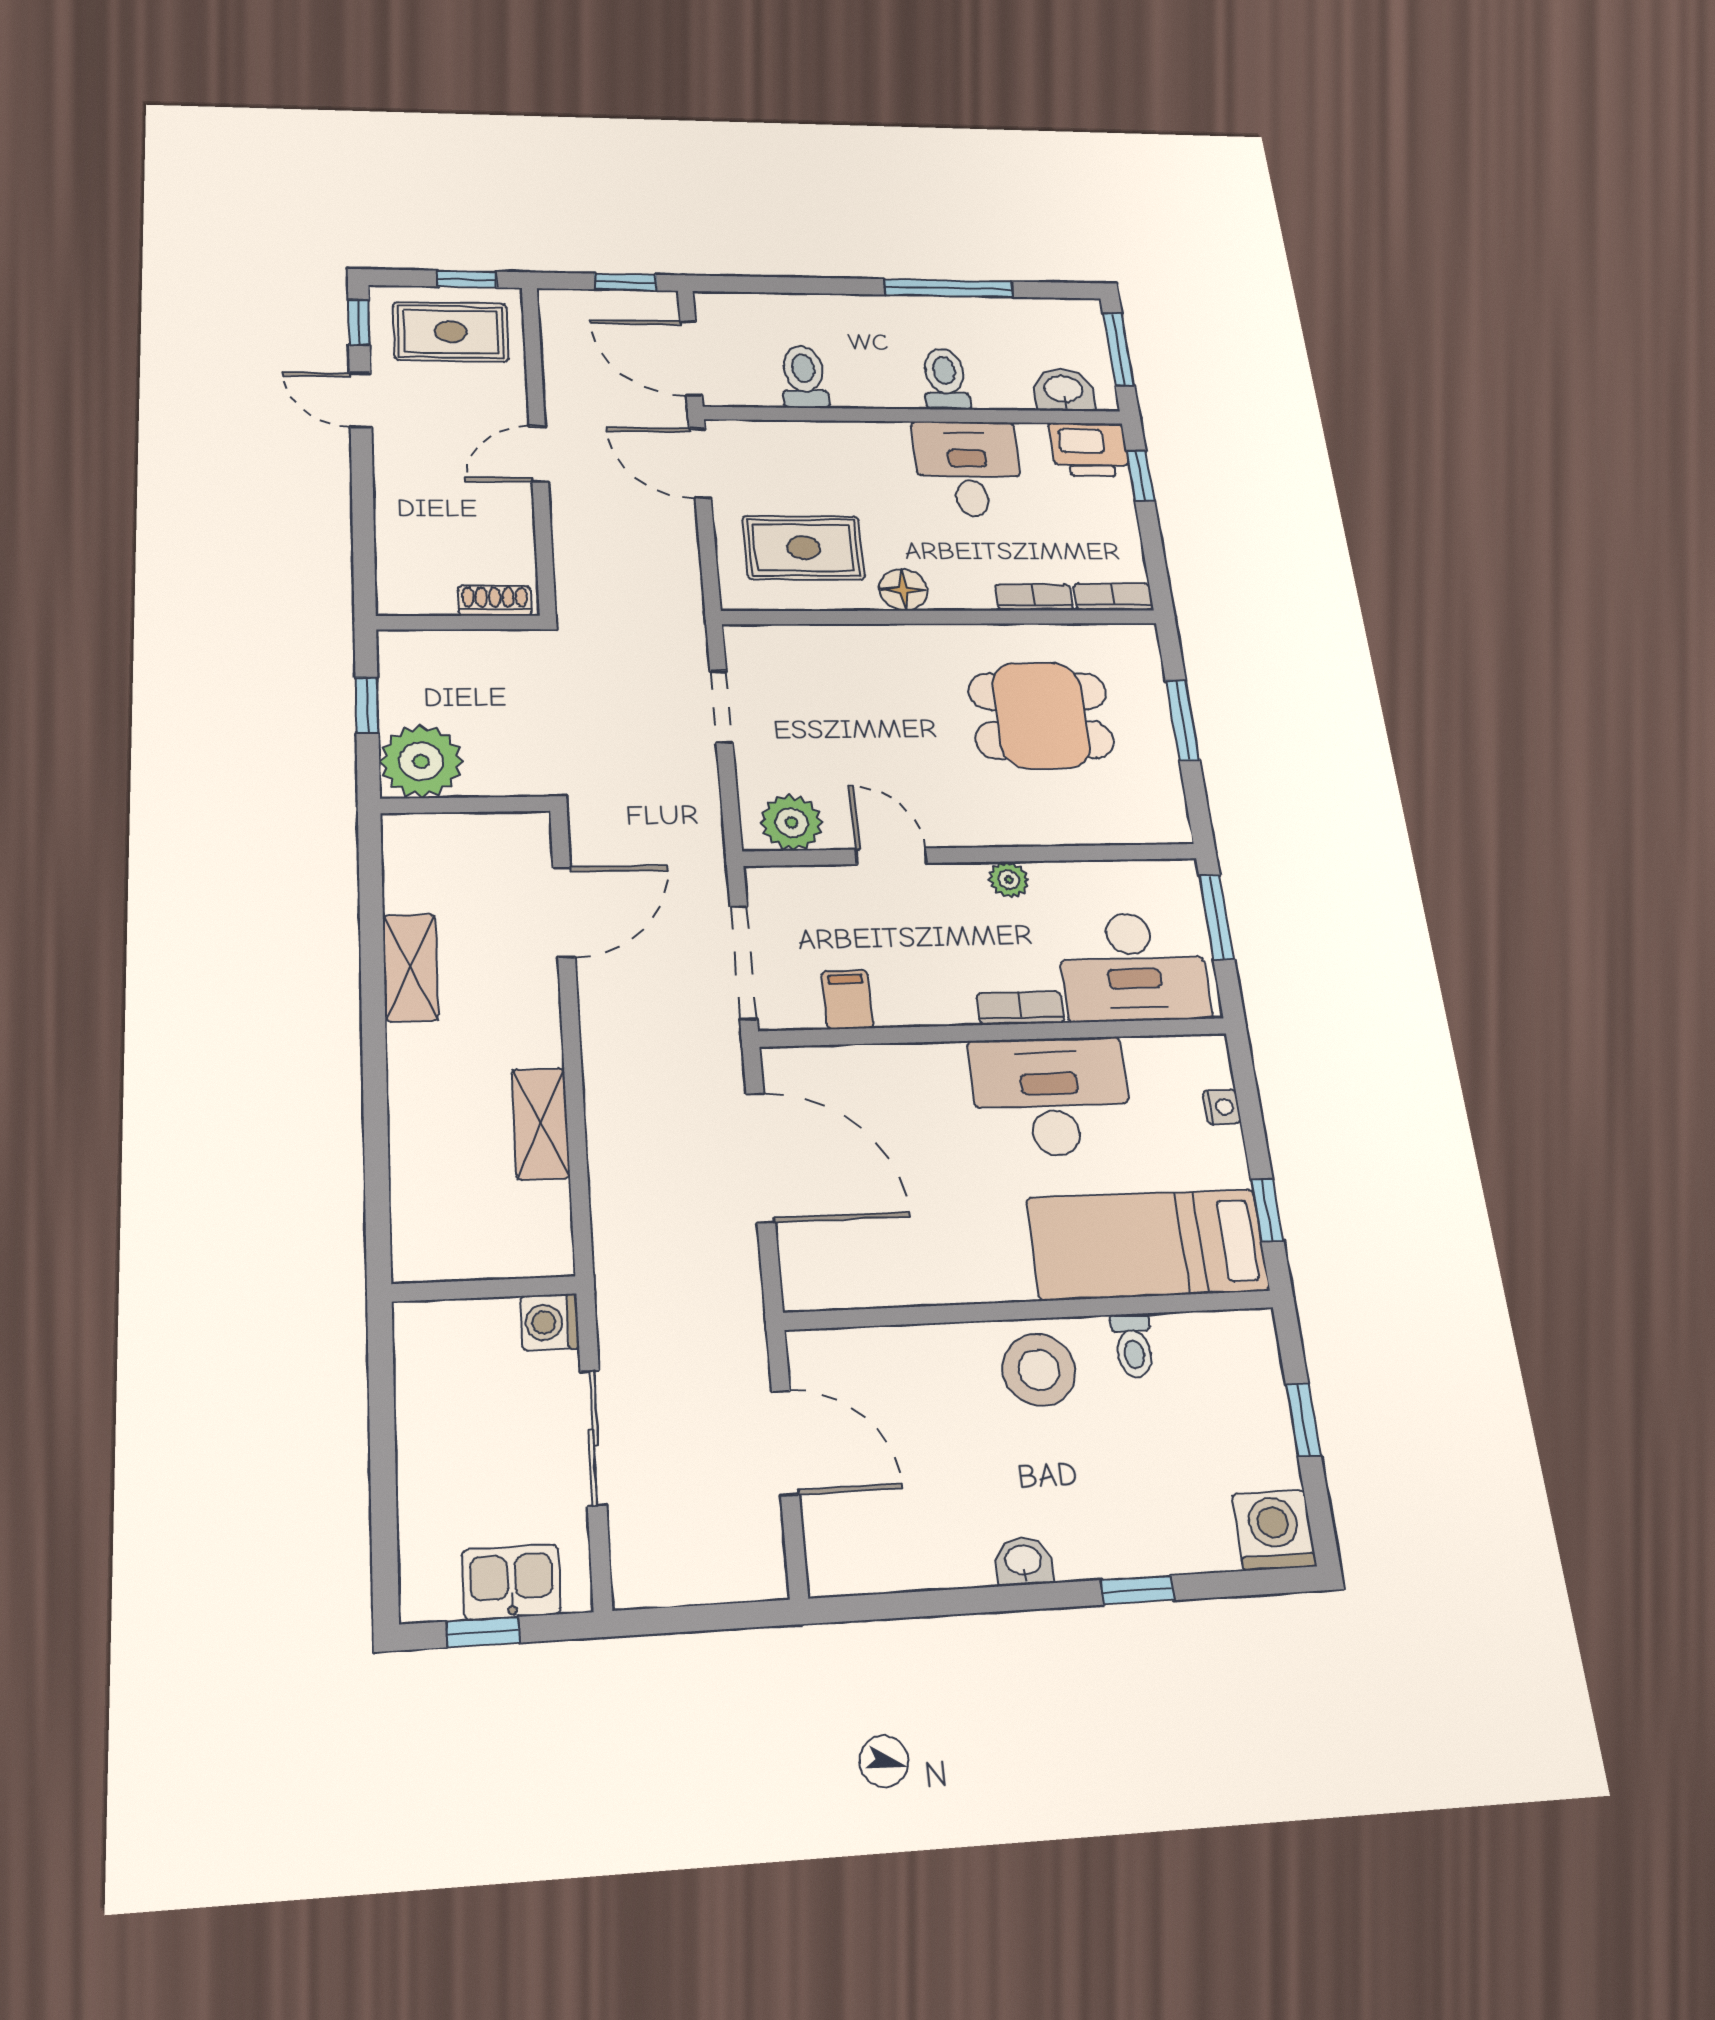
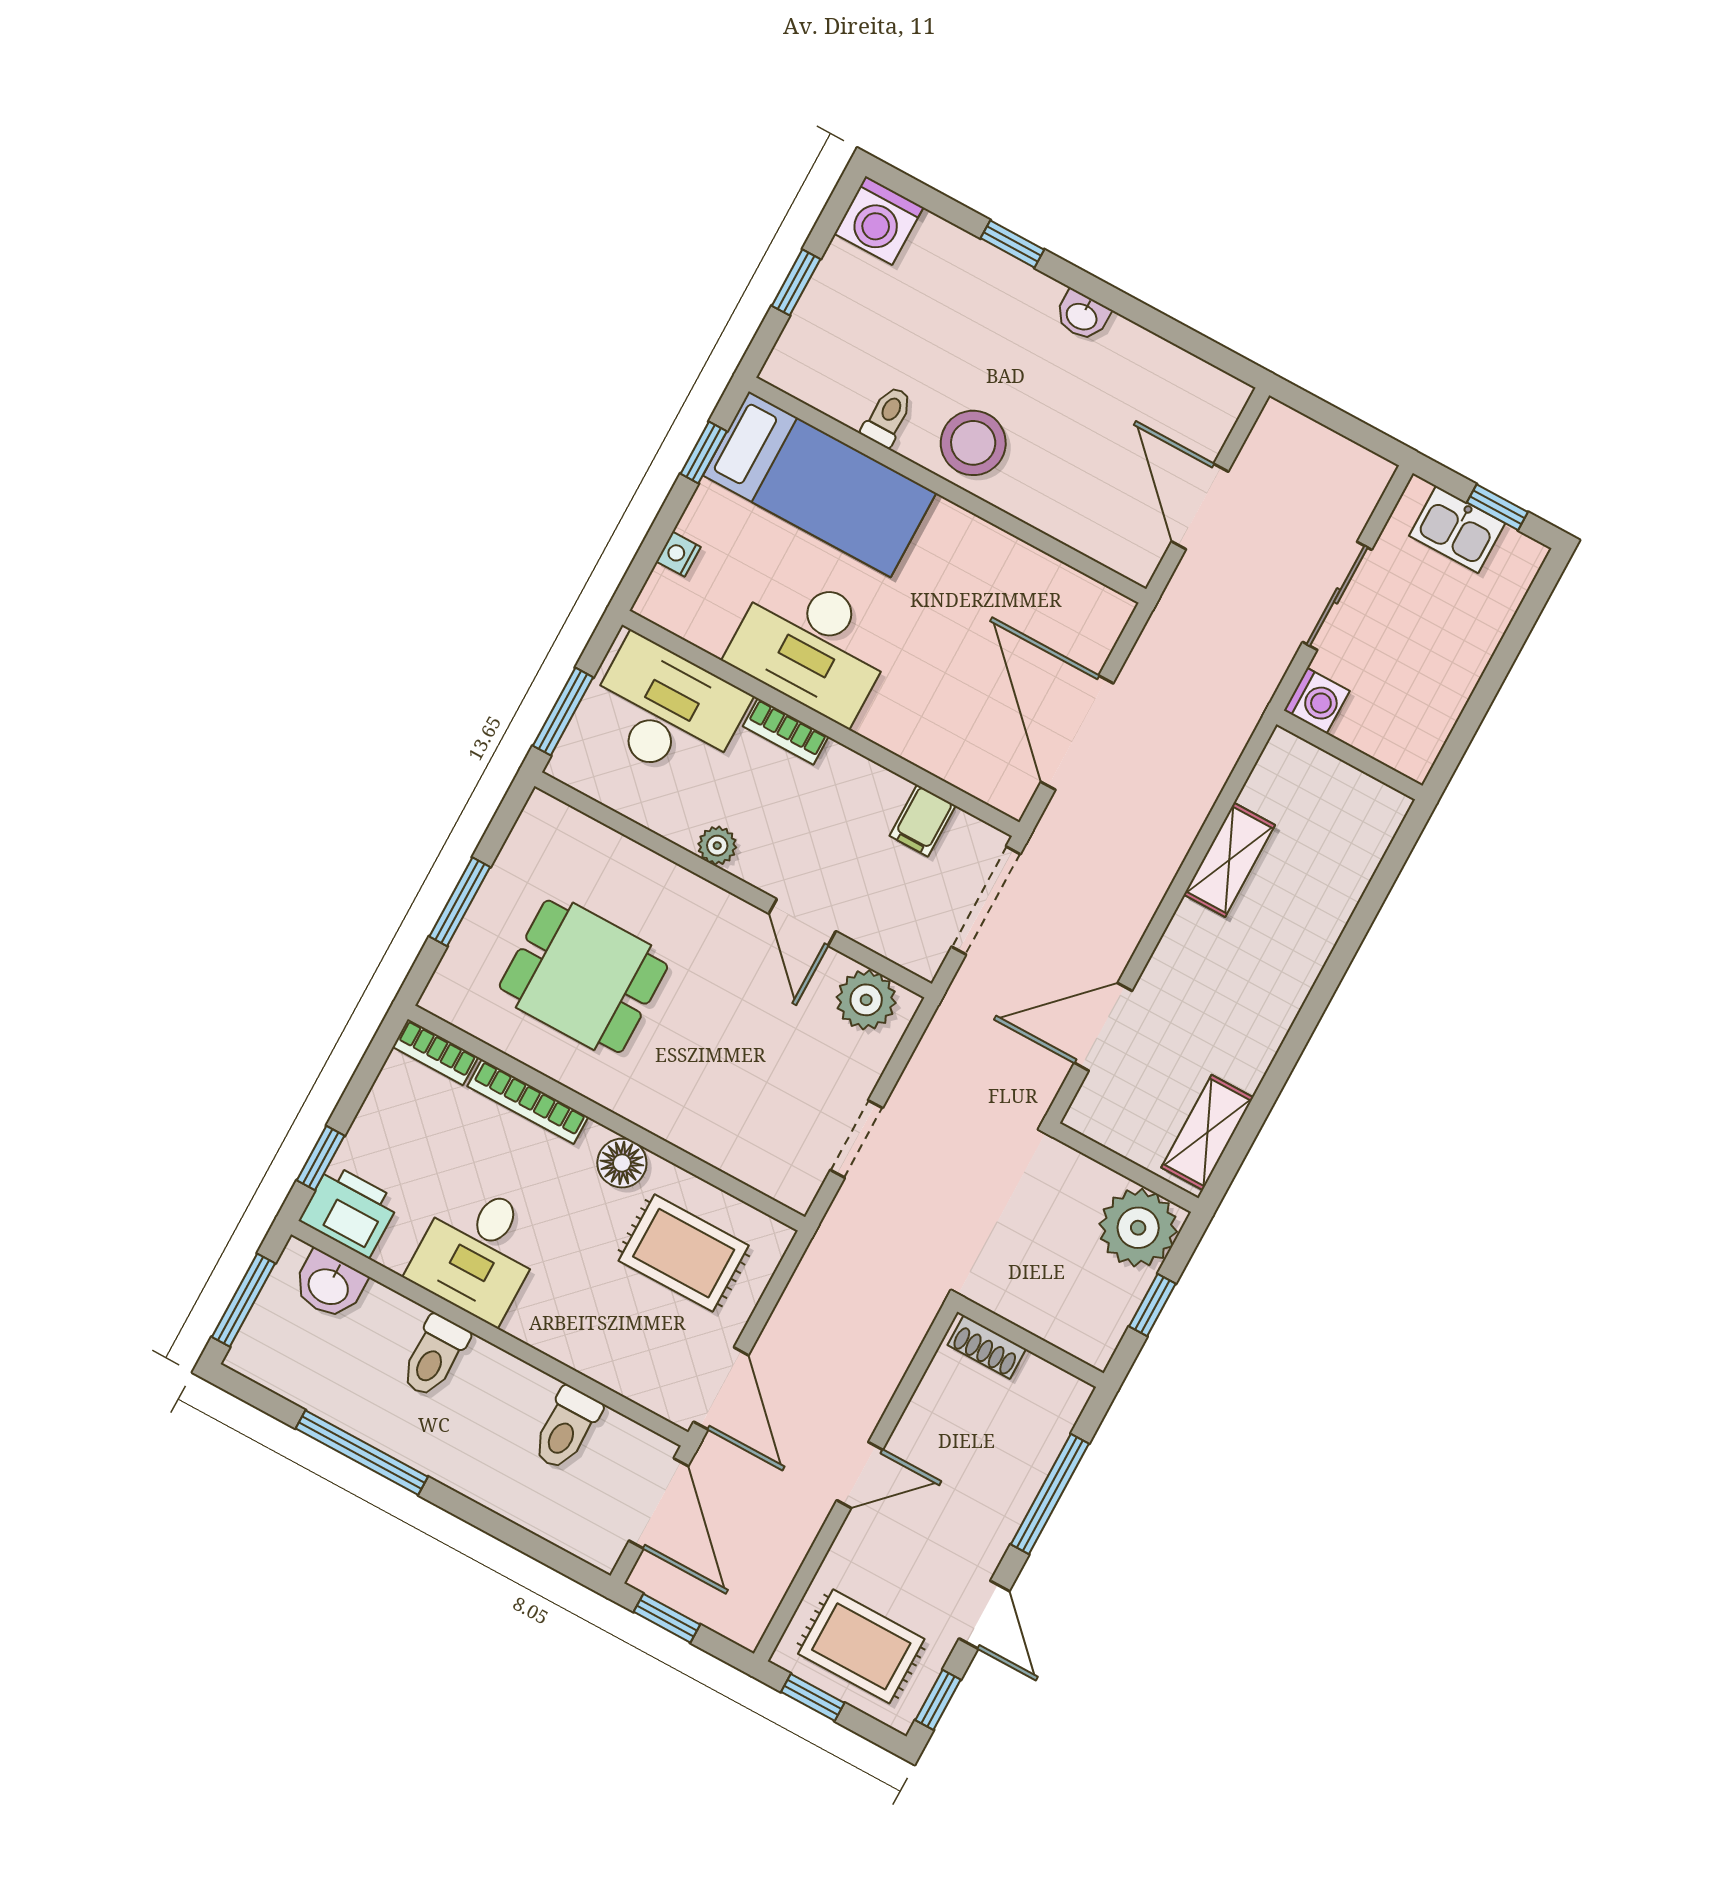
window: (363, 515) -> (1050, 1494), added
bookcase: (1034, 597) -> (528, 1102), width x1.56
shelving: (410, 967) -> (1207, 1132), moved

